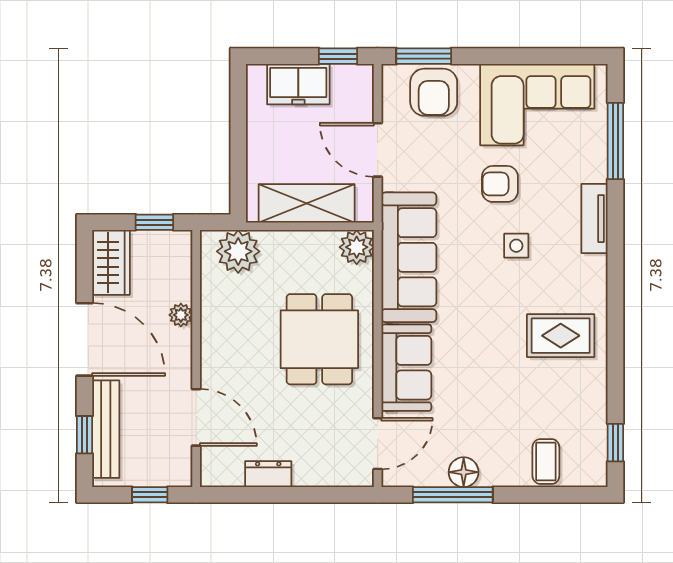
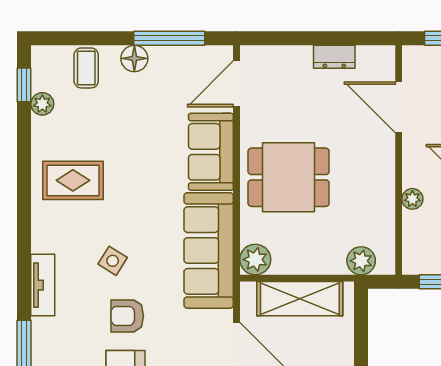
armchair: (500, 184) -> (127, 316), turned 180
side table: (516, 246) -> (113, 261), turned 32
plant: (238, 251) -> (361, 261), width x0.73, depth x0.73
dining table: (319, 339) -> (289, 177), turned 90
plant: (595, 421) -> (42, 104), added
floor lamp: (464, 472) -> (134, 58), moved

